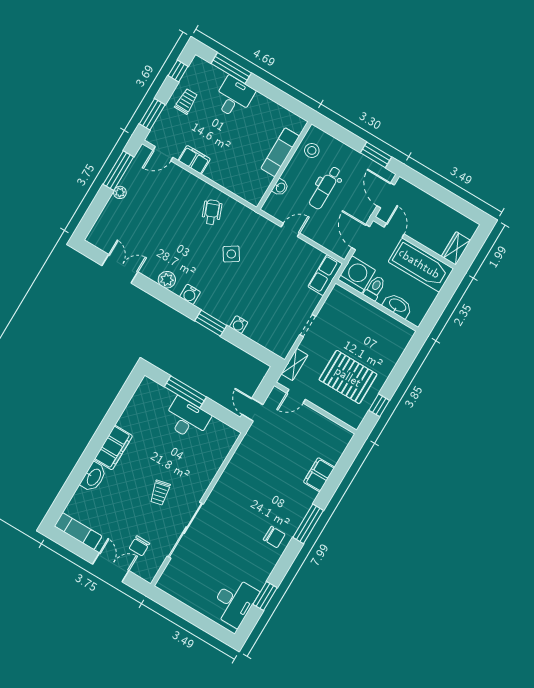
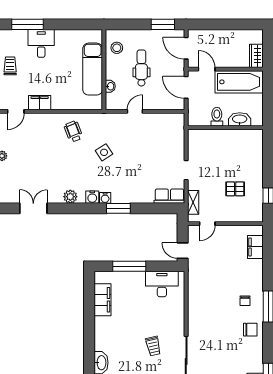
exam couch: (280, 152) -> (93, 69), width x1.36, depth x1.45
dental chair: (325, 188) -> (141, 68), turned 180
row of seats: (325, 275) -> (169, 196), moved, turned 90
washing machine: (357, 275) -> (199, 115), removed
water cooler: (239, 325) -> (105, 198), moved
pallet: (348, 377) -> (235, 189), width x0.49, depth x0.50
desk: (187, 419) -> (162, 284), moved
filing cabinet: (113, 448) -> (103, 300), moved
filing cabinet: (319, 475) -> (255, 247), moved
chair: (287, 503) -> (245, 301), added

